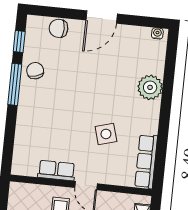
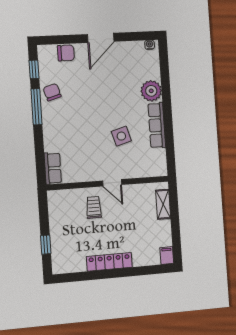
chair: (59, 28) -> (66, 53), turned 180
row of seats: (146, 161) -> (157, 125), moved
row of seats: (57, 170) -> (53, 168), moved, turned 90

